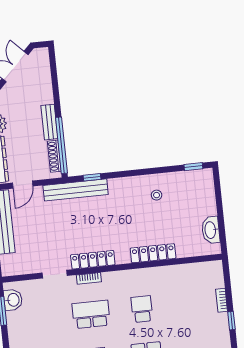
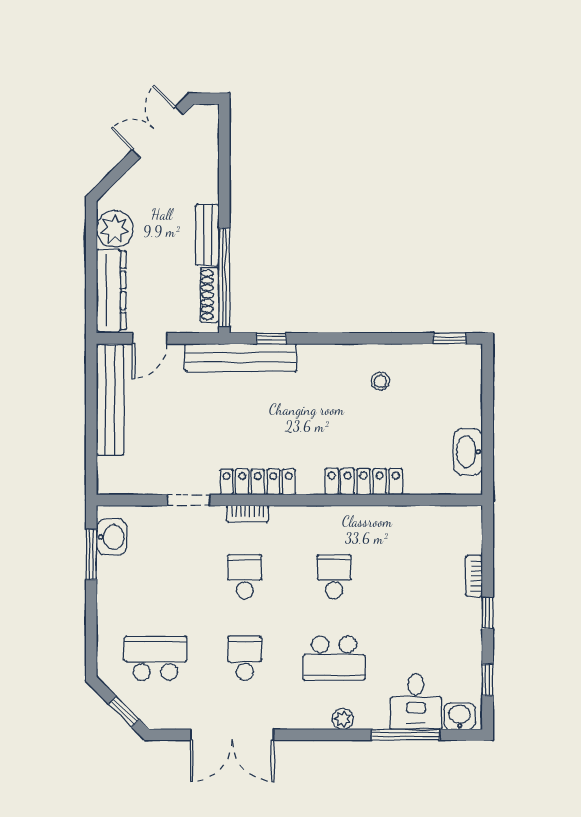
school desk: (91, 314) -> (245, 577), width x0.54

